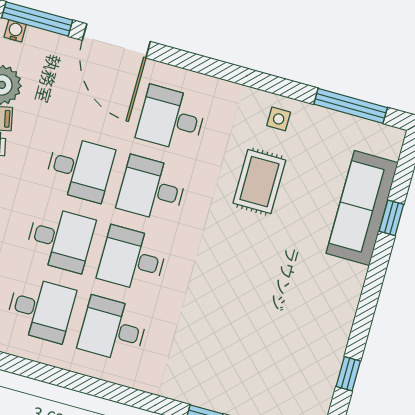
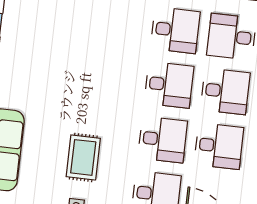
desk: (80, 169) -> (219, 146), turned 180
desk: (60, 239) -> (225, 91), turned 180

